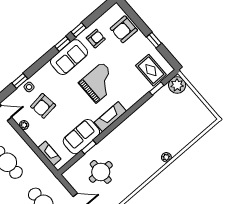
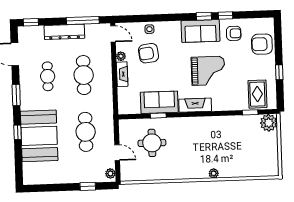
window: (20, 81) -> (146, 18), removed
fireplace: (49, 153) -> (122, 74), moved

